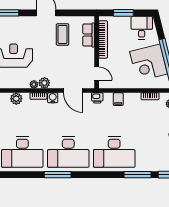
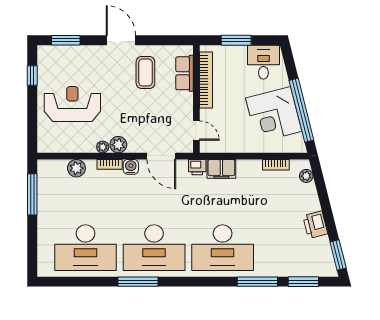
filing cabinet: (118, 99) -> (221, 169), width x2.00

